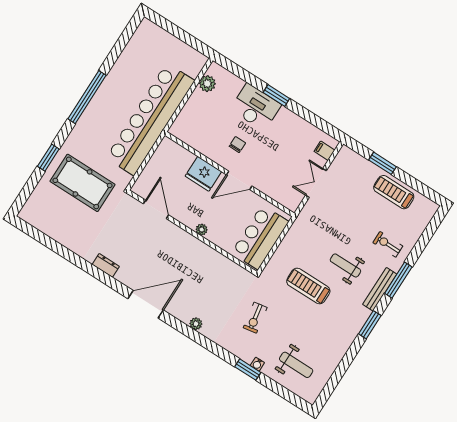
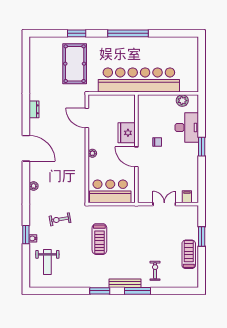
desk: (256, 107) -> (187, 128), moved
door: (156, 209) -> (87, 118), swing flipped
weight bench: (345, 265) -> (126, 253), removed
treadmill: (308, 286) -> (99, 239), turned 180

